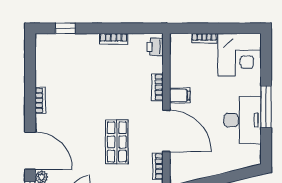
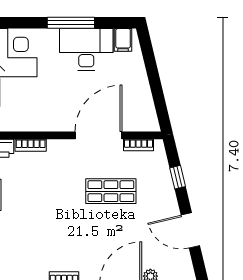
bookcase: (158, 87) -> (31, 145), moved
filing cabinet: (180, 96) -> (123, 40), moved, turned 180

